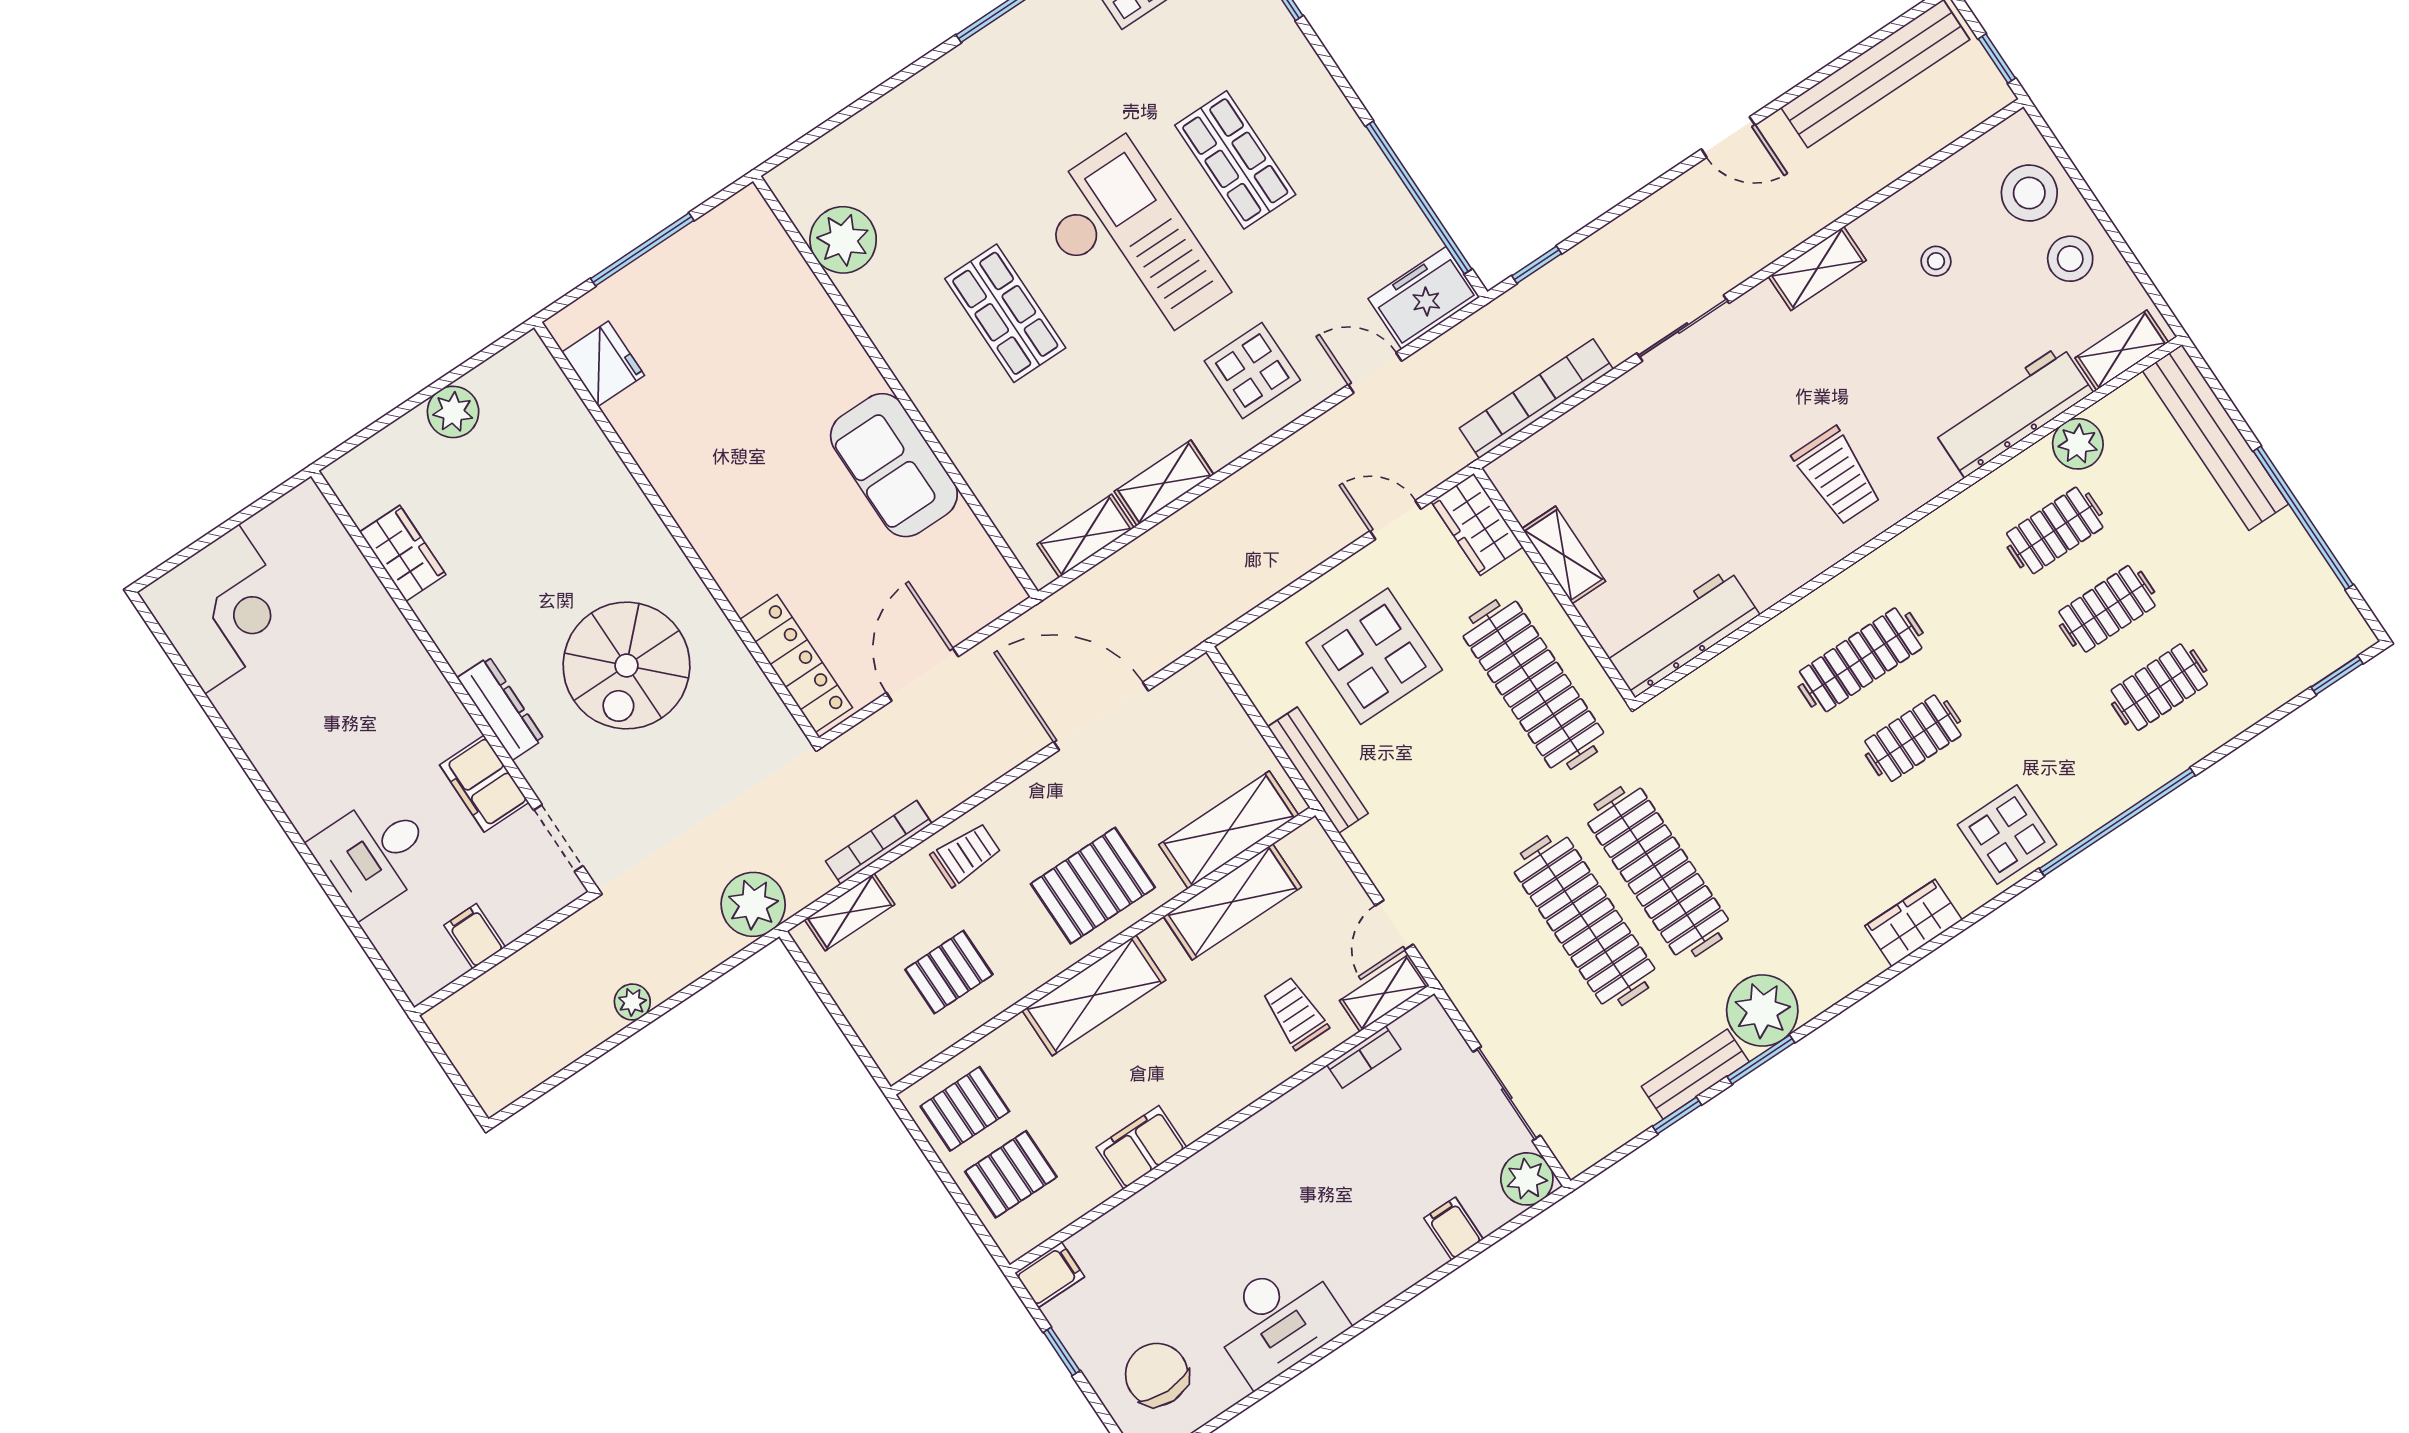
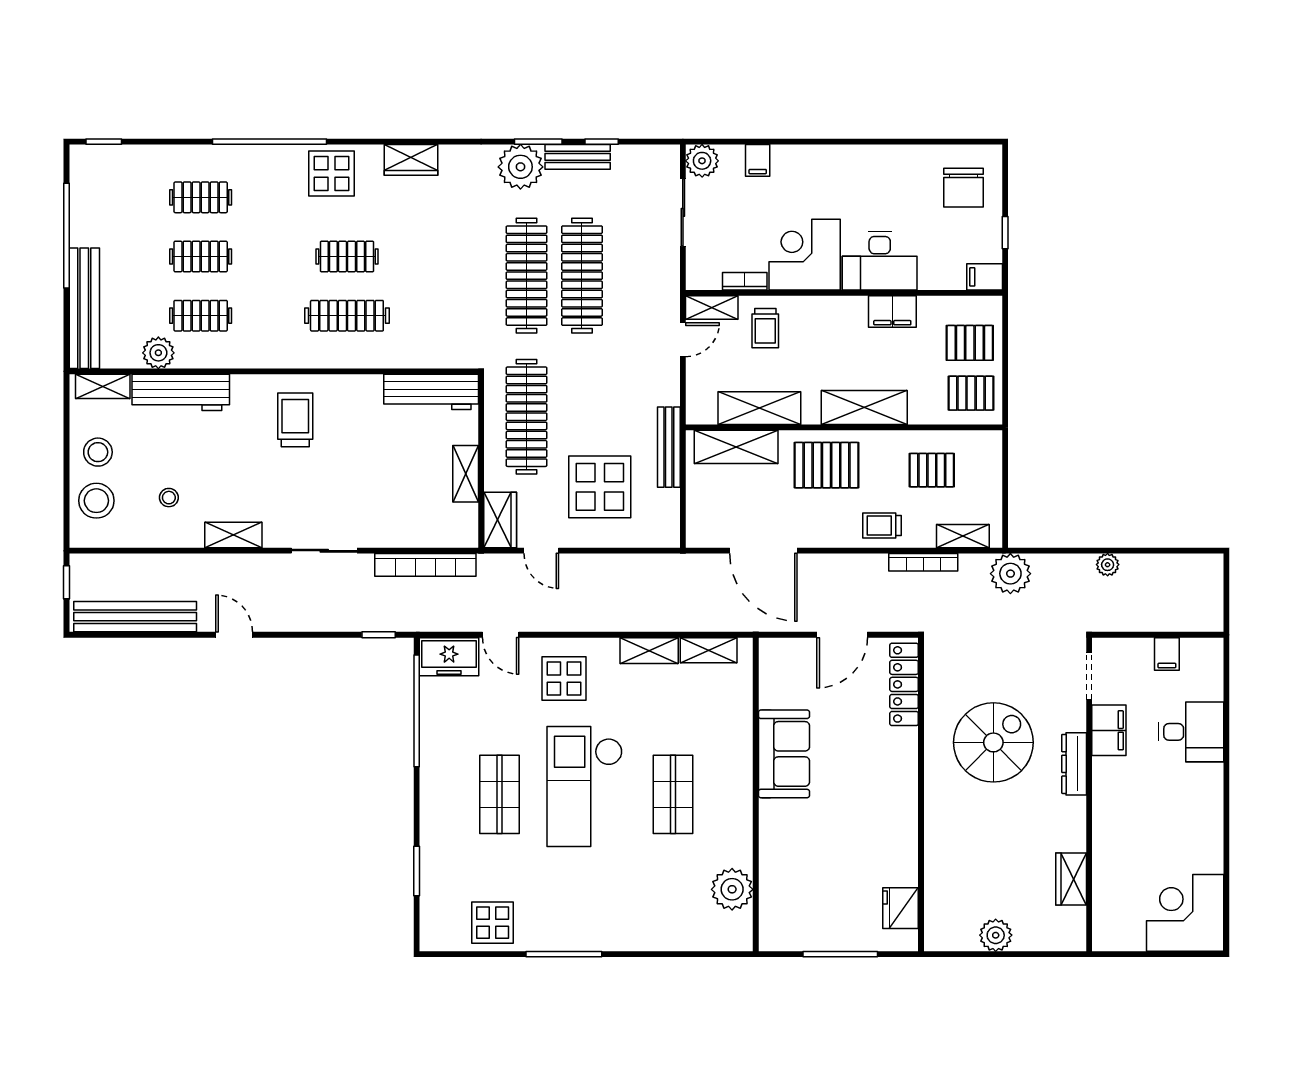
corner desk: (1308, 1145) -> (805, 255), added
desk: (1278, 1320) -> (880, 261), moved, turned 180

